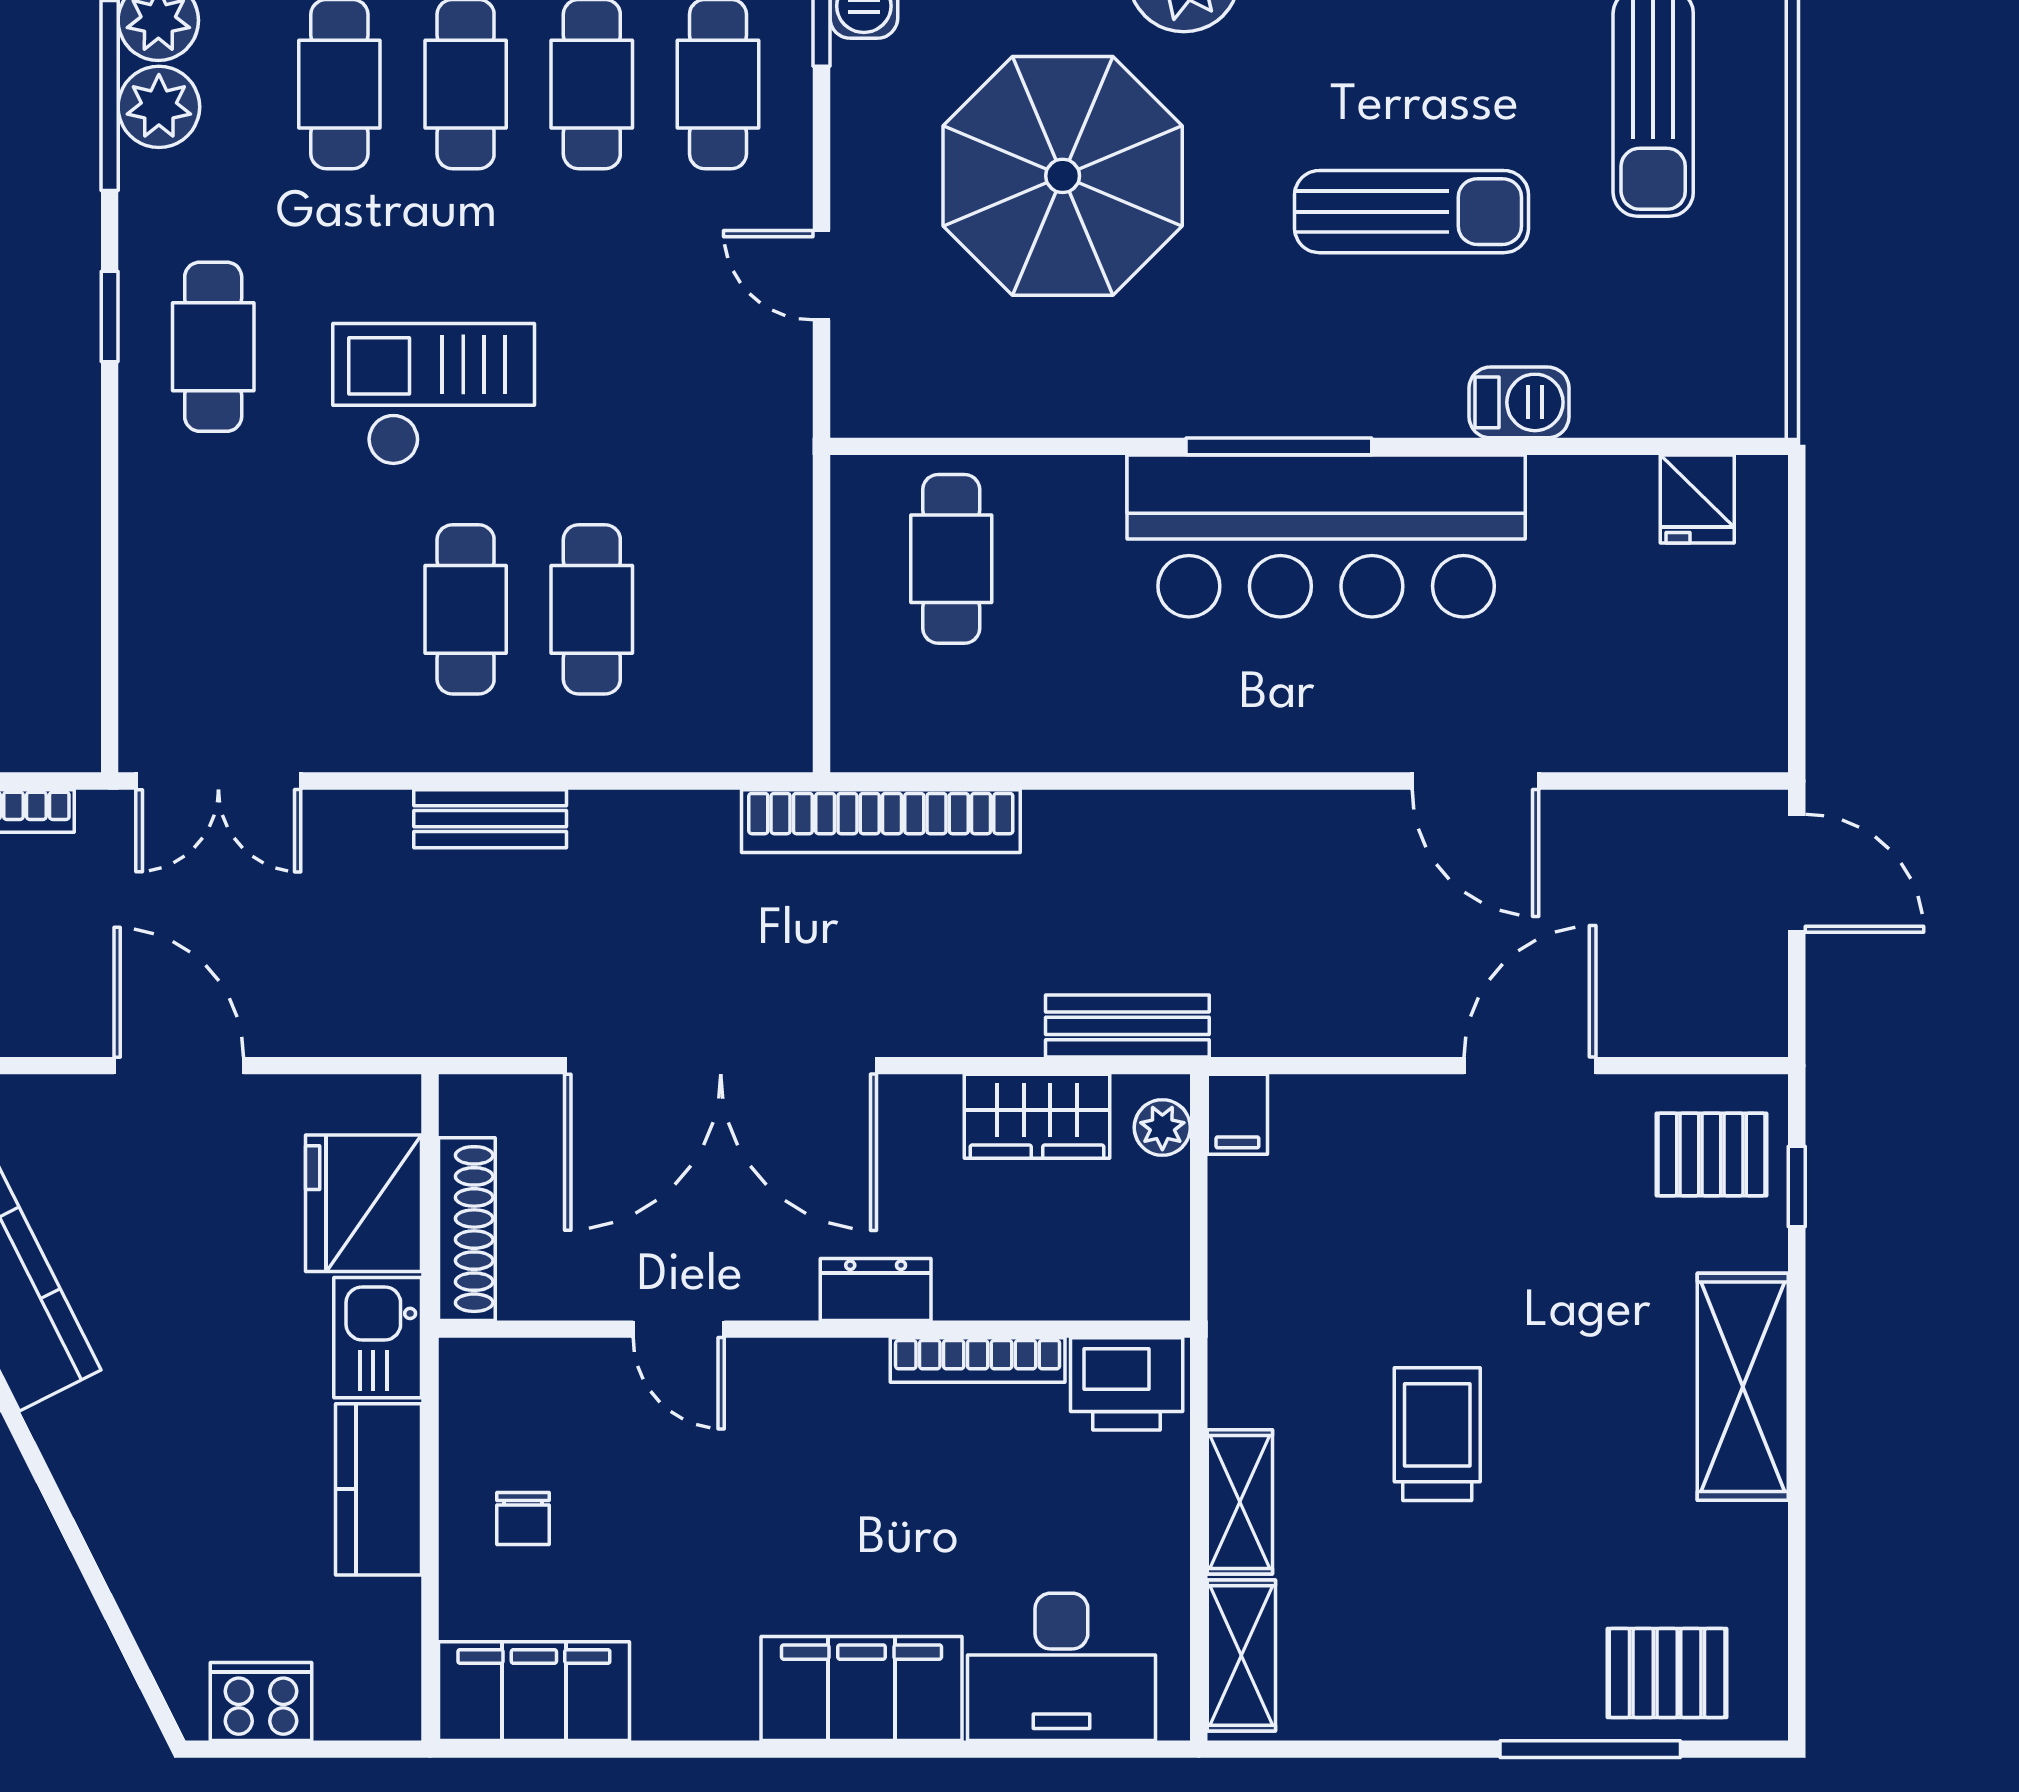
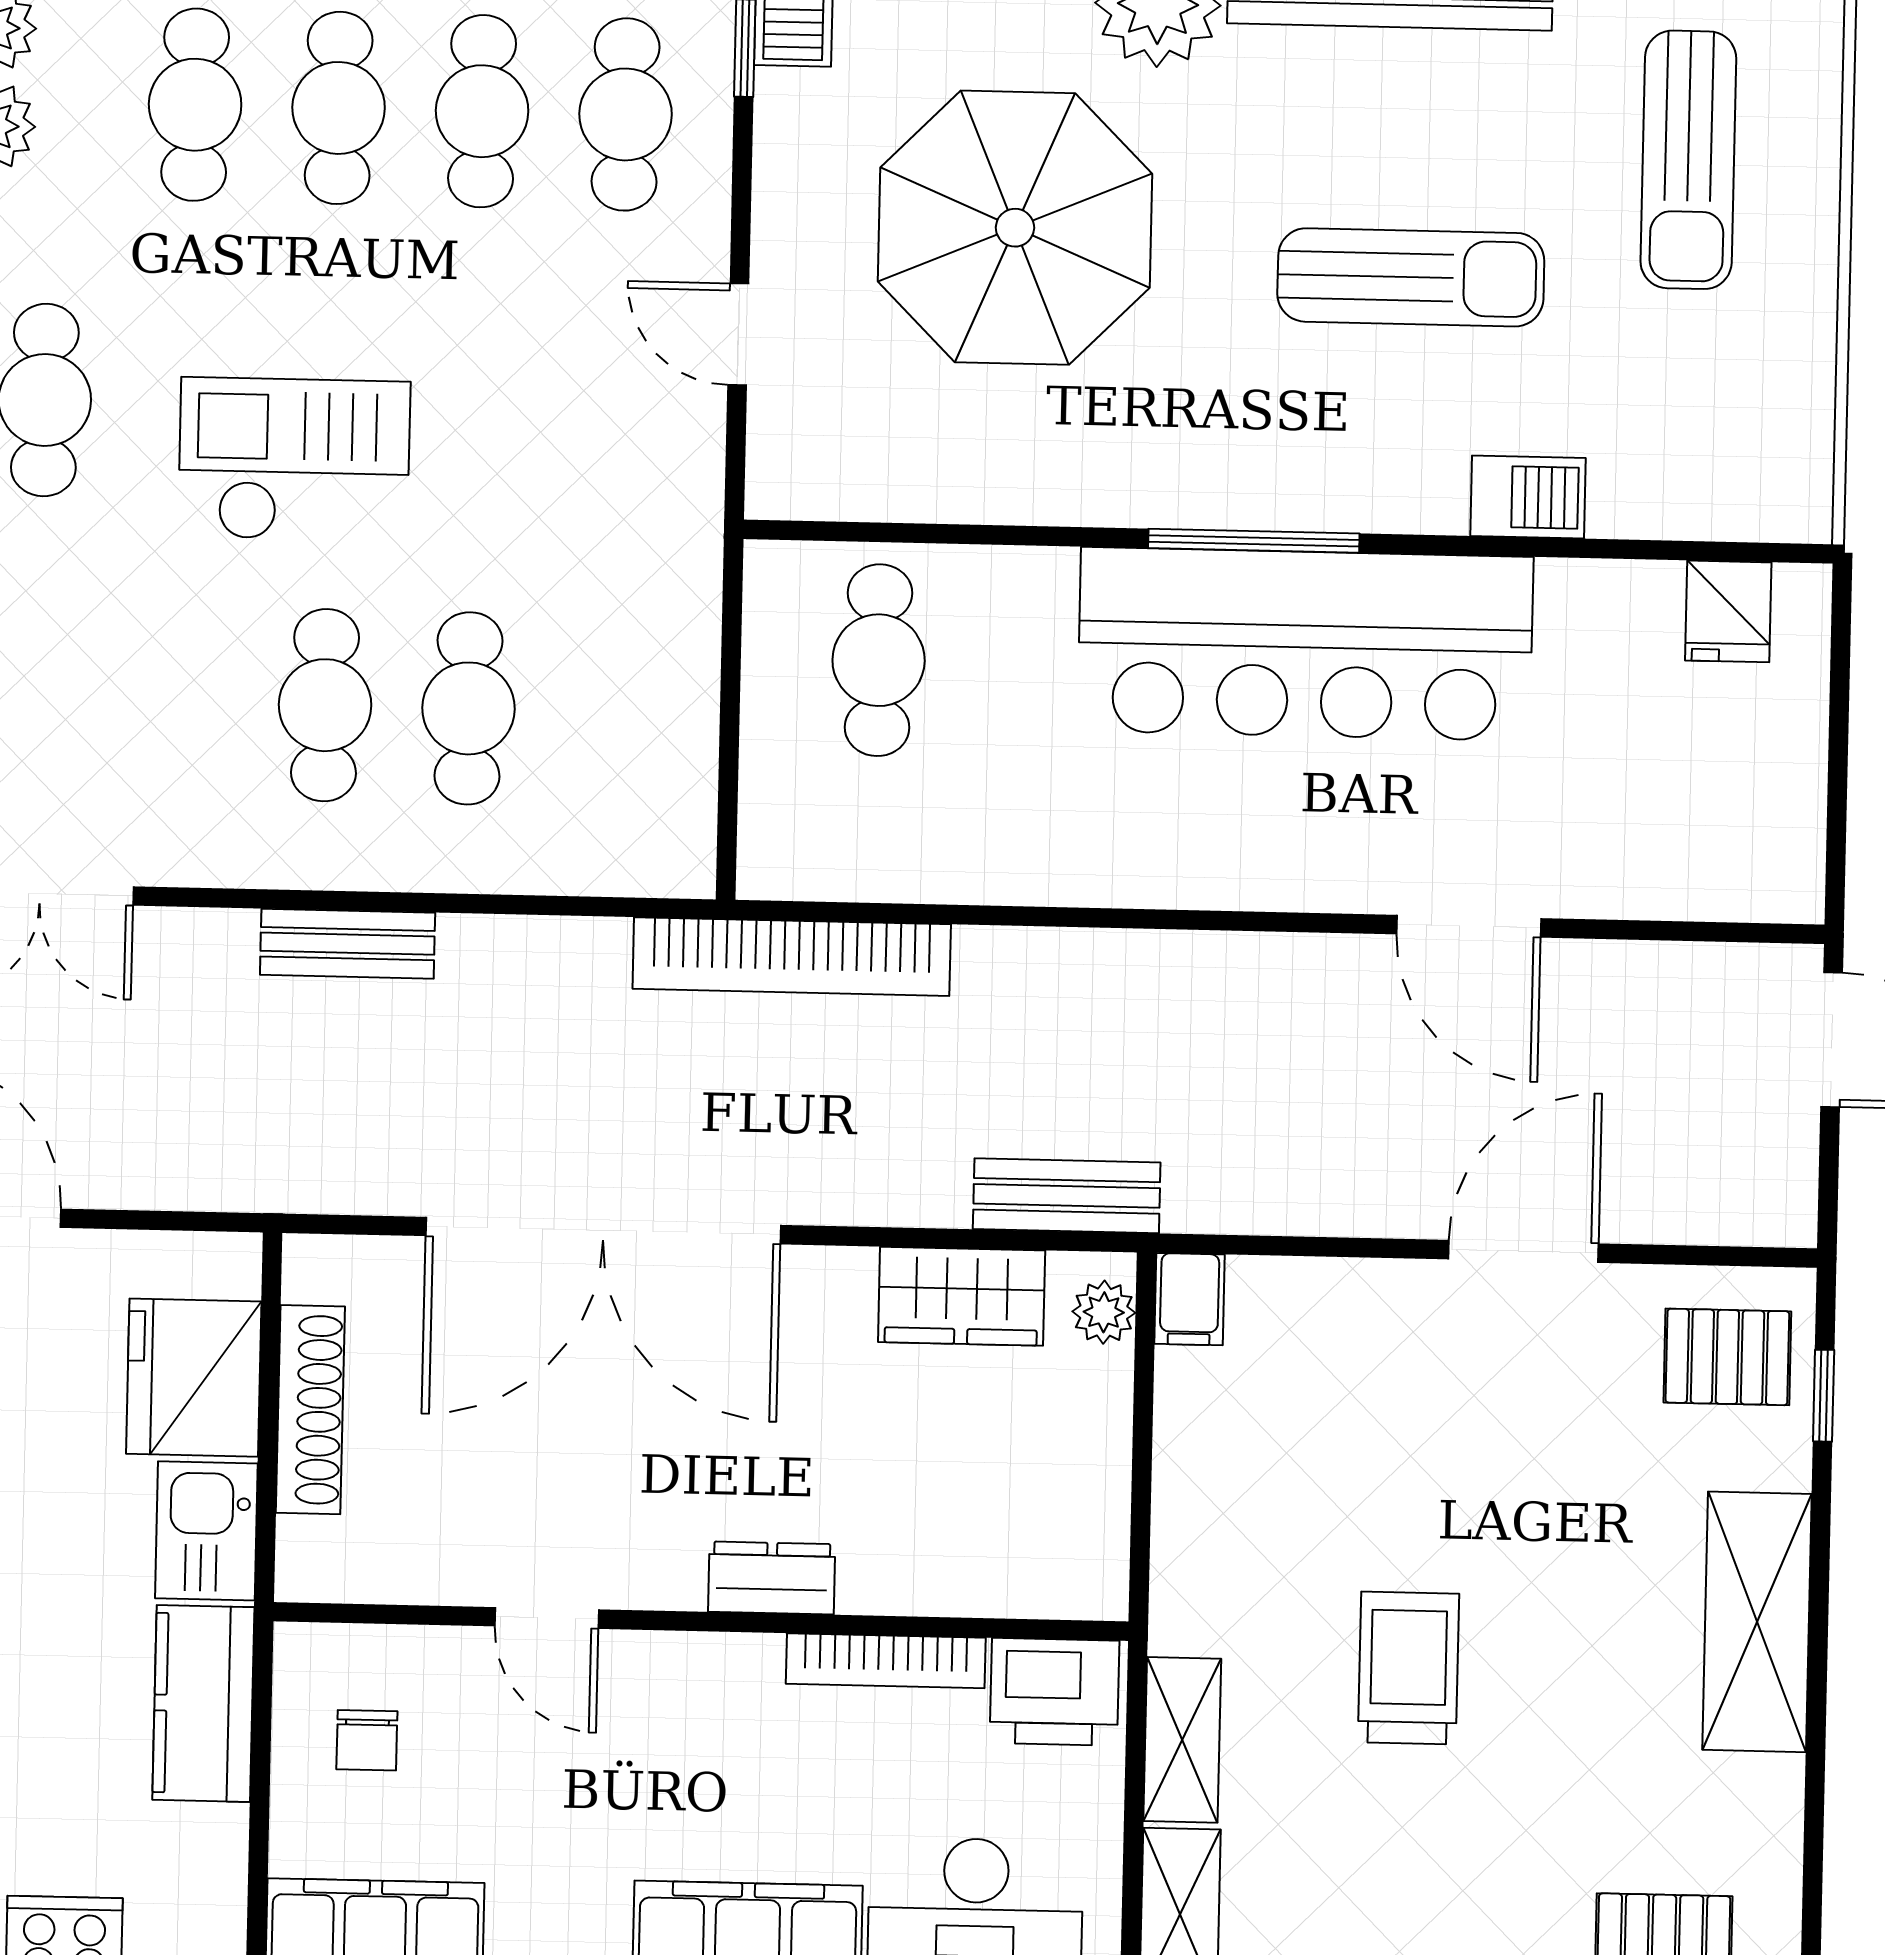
dresser: (876, 1289) -> (772, 1578), moved
door: (679, 1329) -> (547, 1618), moved
wall: (814, 1329) -> (701, 1621), moved
bookcase: (978, 1360) -> (886, 1661), moved
printer: (1127, 1384) -> (1055, 1692), moved

